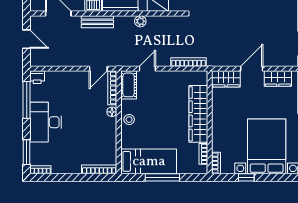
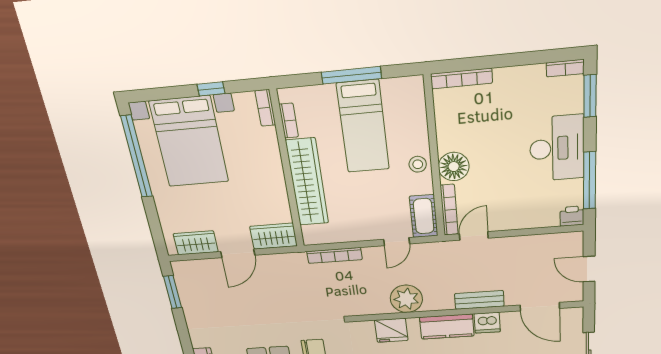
plant: (140, 21) -> (406, 299), width x1.88, depth x1.88
floor lamp: (112, 112) -> (454, 167), width x1.89, depth x1.89
bed: (149, 161) -> (363, 127), moved, turned -90

